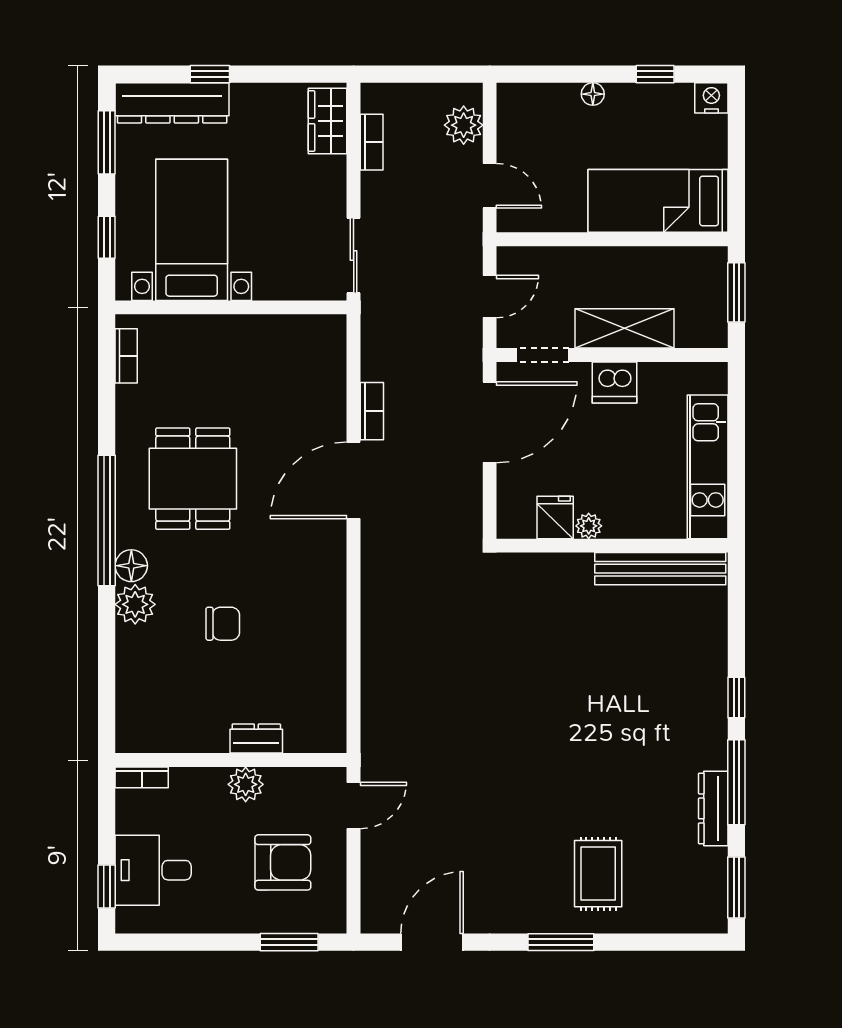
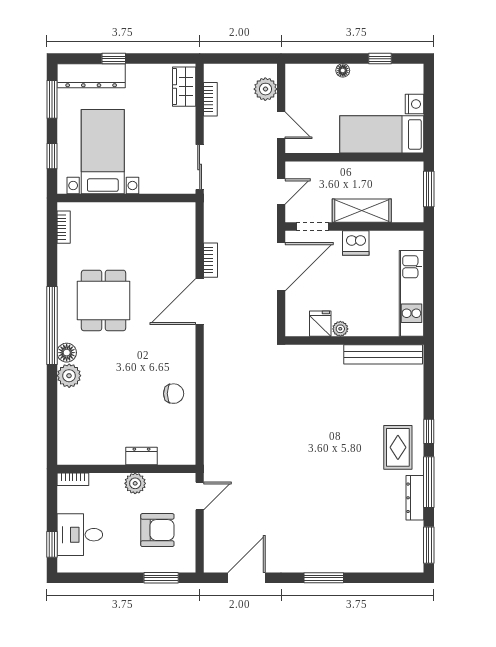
nightstand: (711, 98) -> (414, 104), moved, turned 90
chair: (223, 624) -> (174, 394), moved
rug: (598, 874) -> (398, 447), moved

